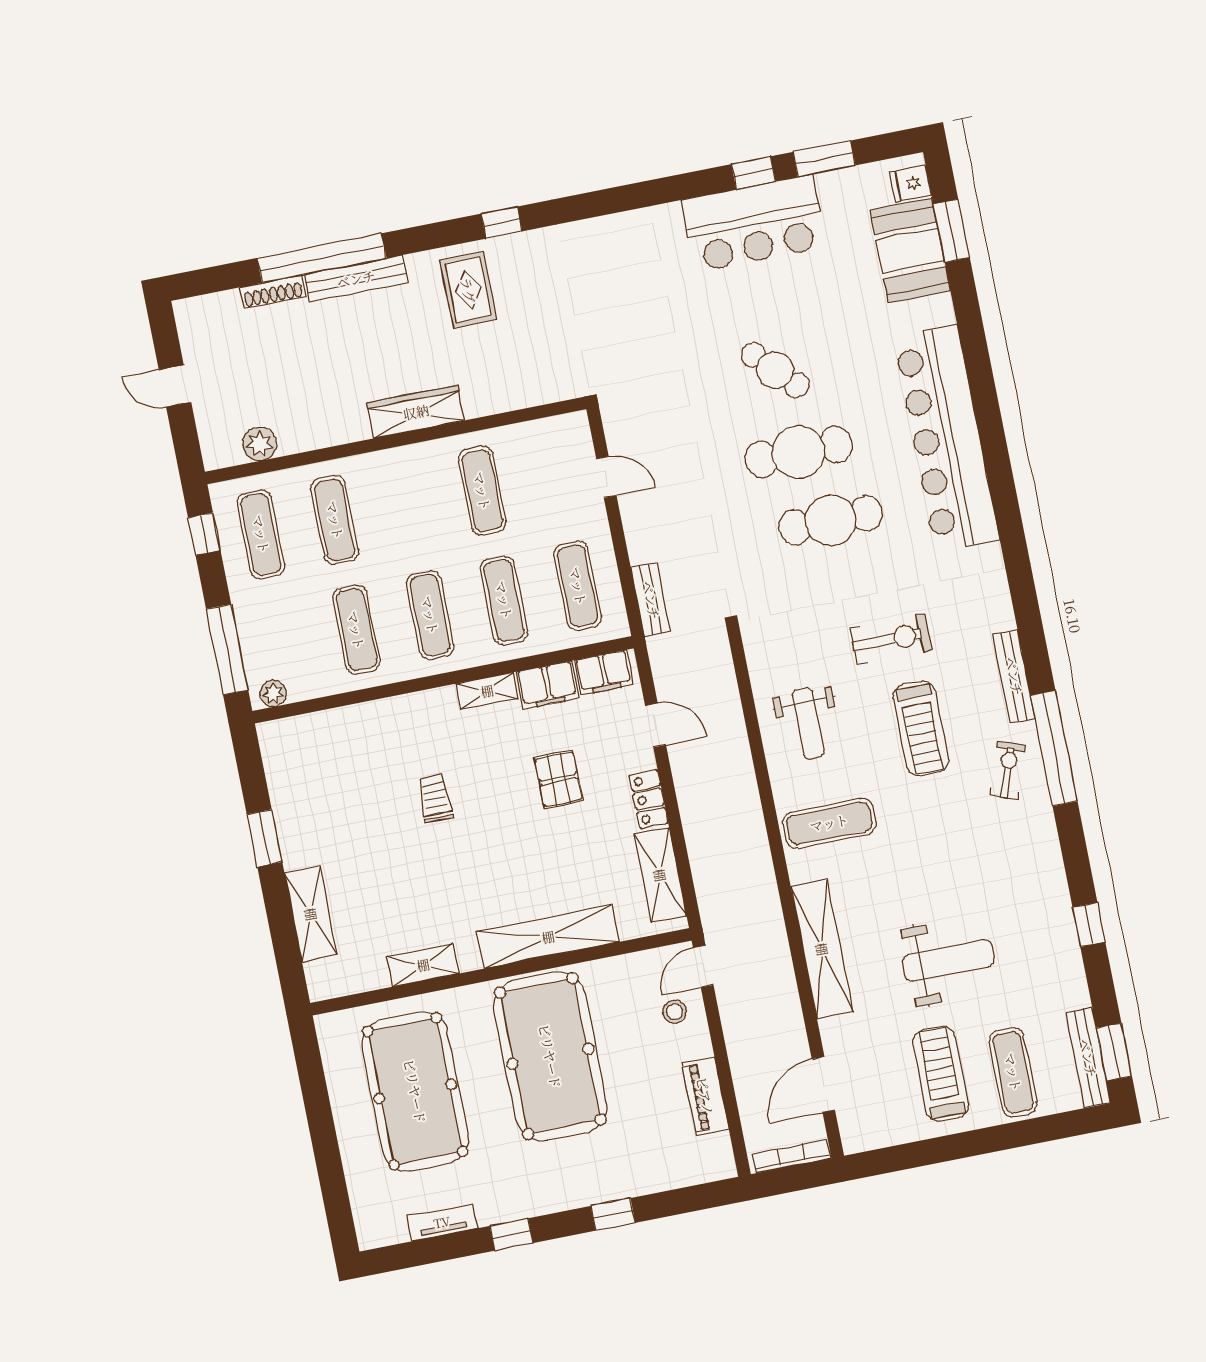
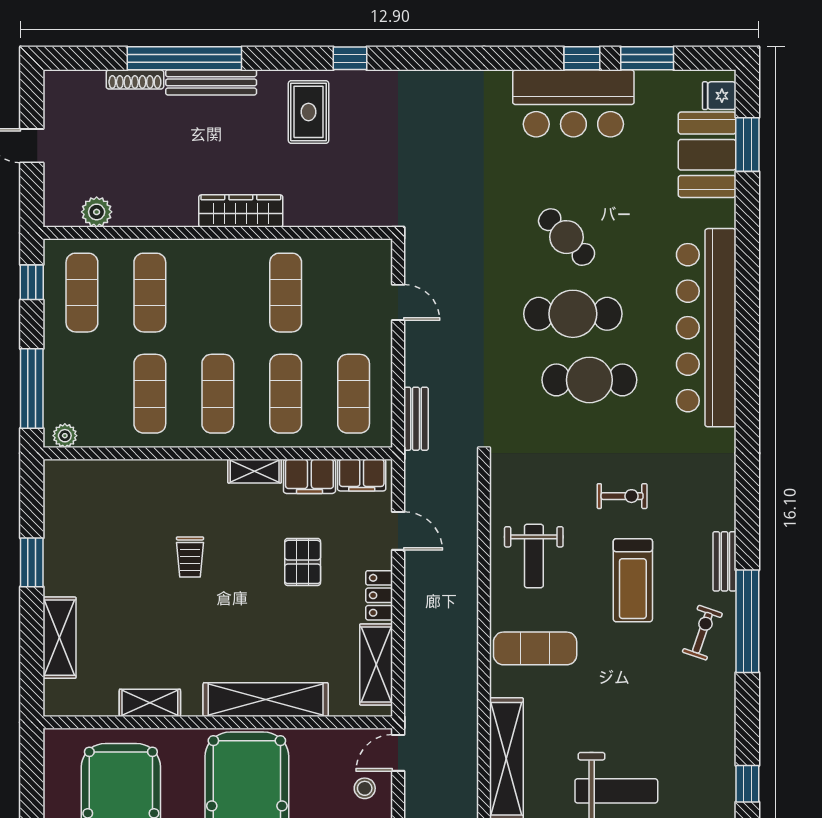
exercise bike: (891, 639) -> (622, 496), width x0.73, depth x0.72
bench: (1014, 676) -> (725, 561), width x0.73
trolley: (435, 798) -> (190, 557), turned 180

